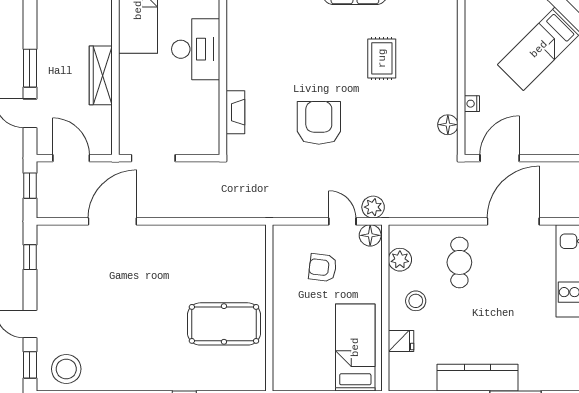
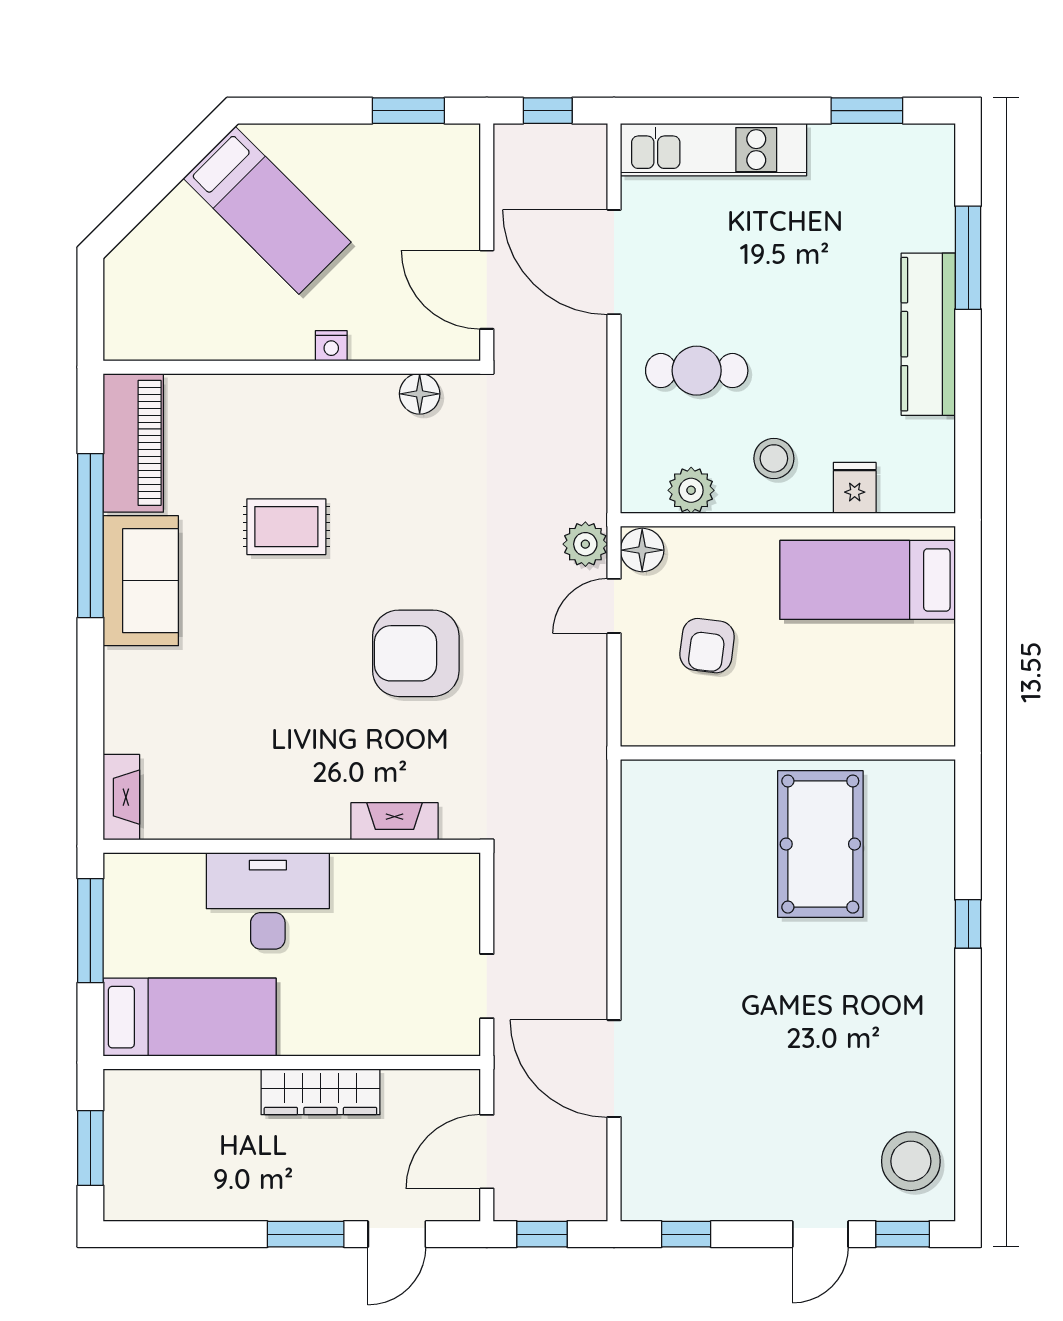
nightstand: (472, 104) -> (331, 346), moved
doorway: (153, 158) -> (487, 986), width x0.73

